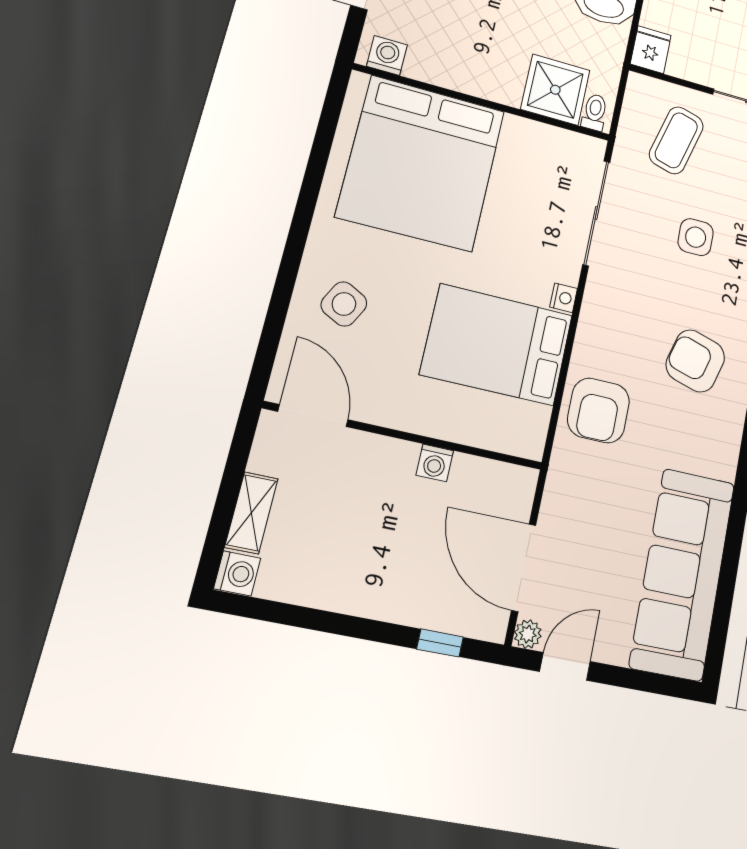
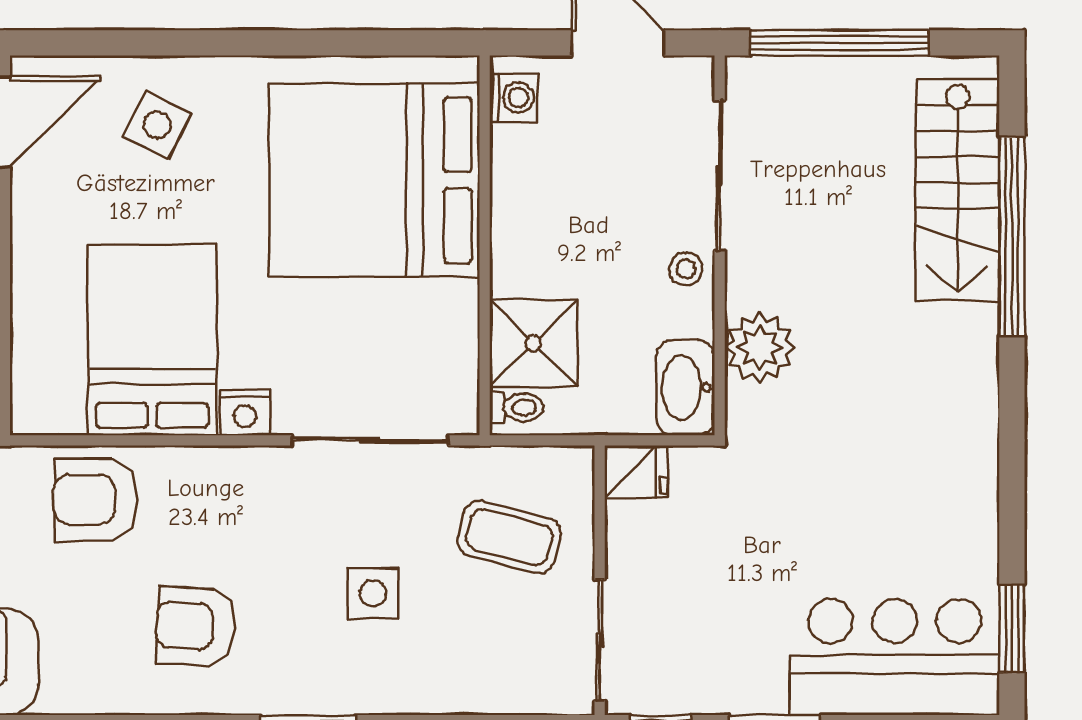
nightstand: (564, 298) -> (245, 413), width x1.39, depth x1.35
armchair: (695, 361) -> (195, 626), turned -103

